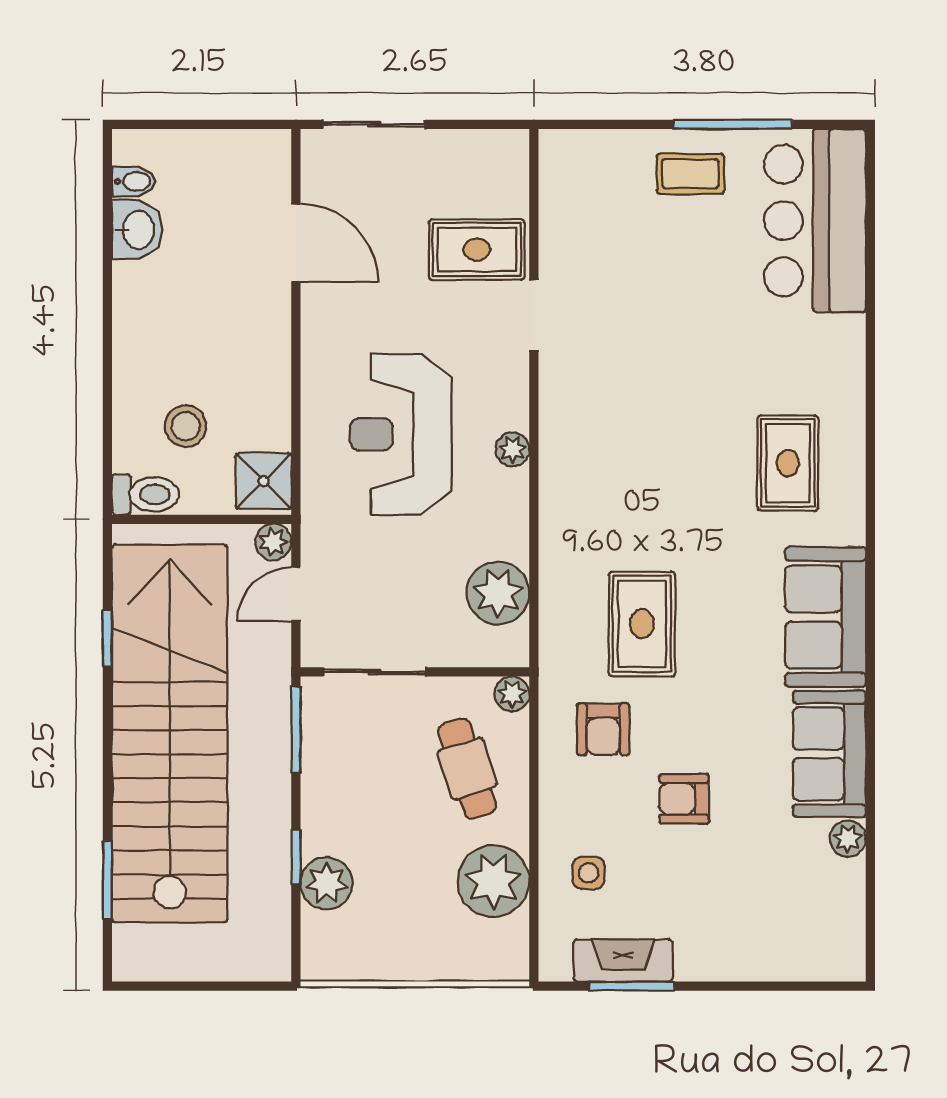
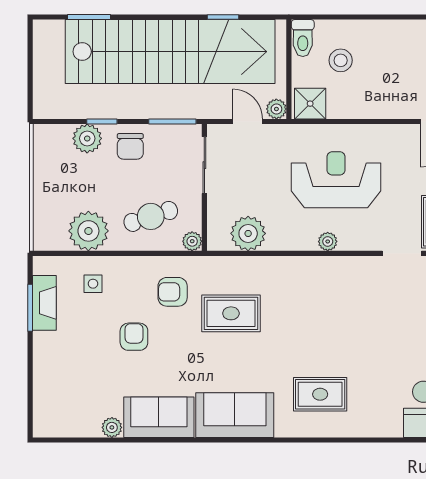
chair: (341, 806) -> (130, 146), added

